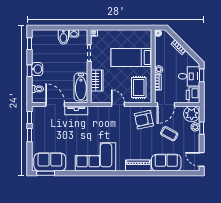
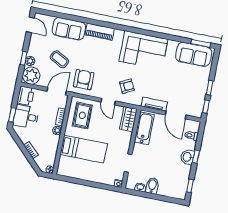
wardrobe: (97, 81) -> (128, 119), moved
armchair: (144, 120) -> (84, 80), turned -78
armchair: (104, 122) -> (127, 86), added

